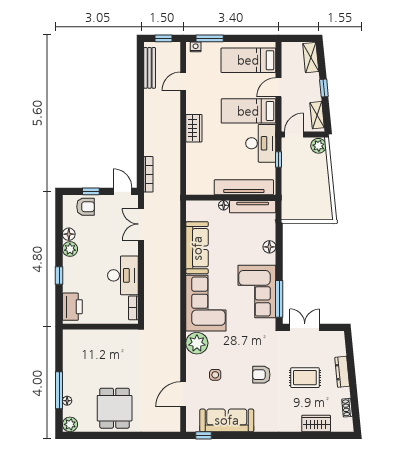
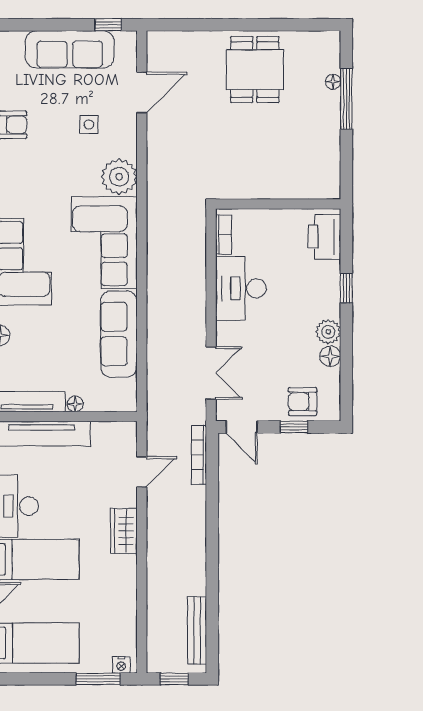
door: (183, 81) -> (142, 472), moved
plant: (70, 424) -> (328, 43), removed

